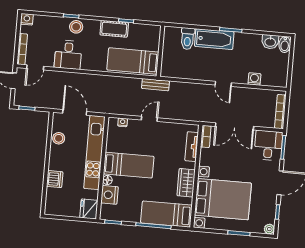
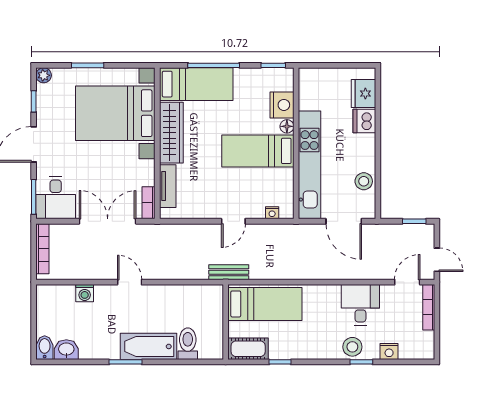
nightstand: (27, 19) -> (389, 352), moved
cot: (114, 29) -> (248, 349), moved
wardrobe: (186, 183) -> (171, 133), width x1.50
fridge: (89, 209) -> (363, 94), moved, turned 180

